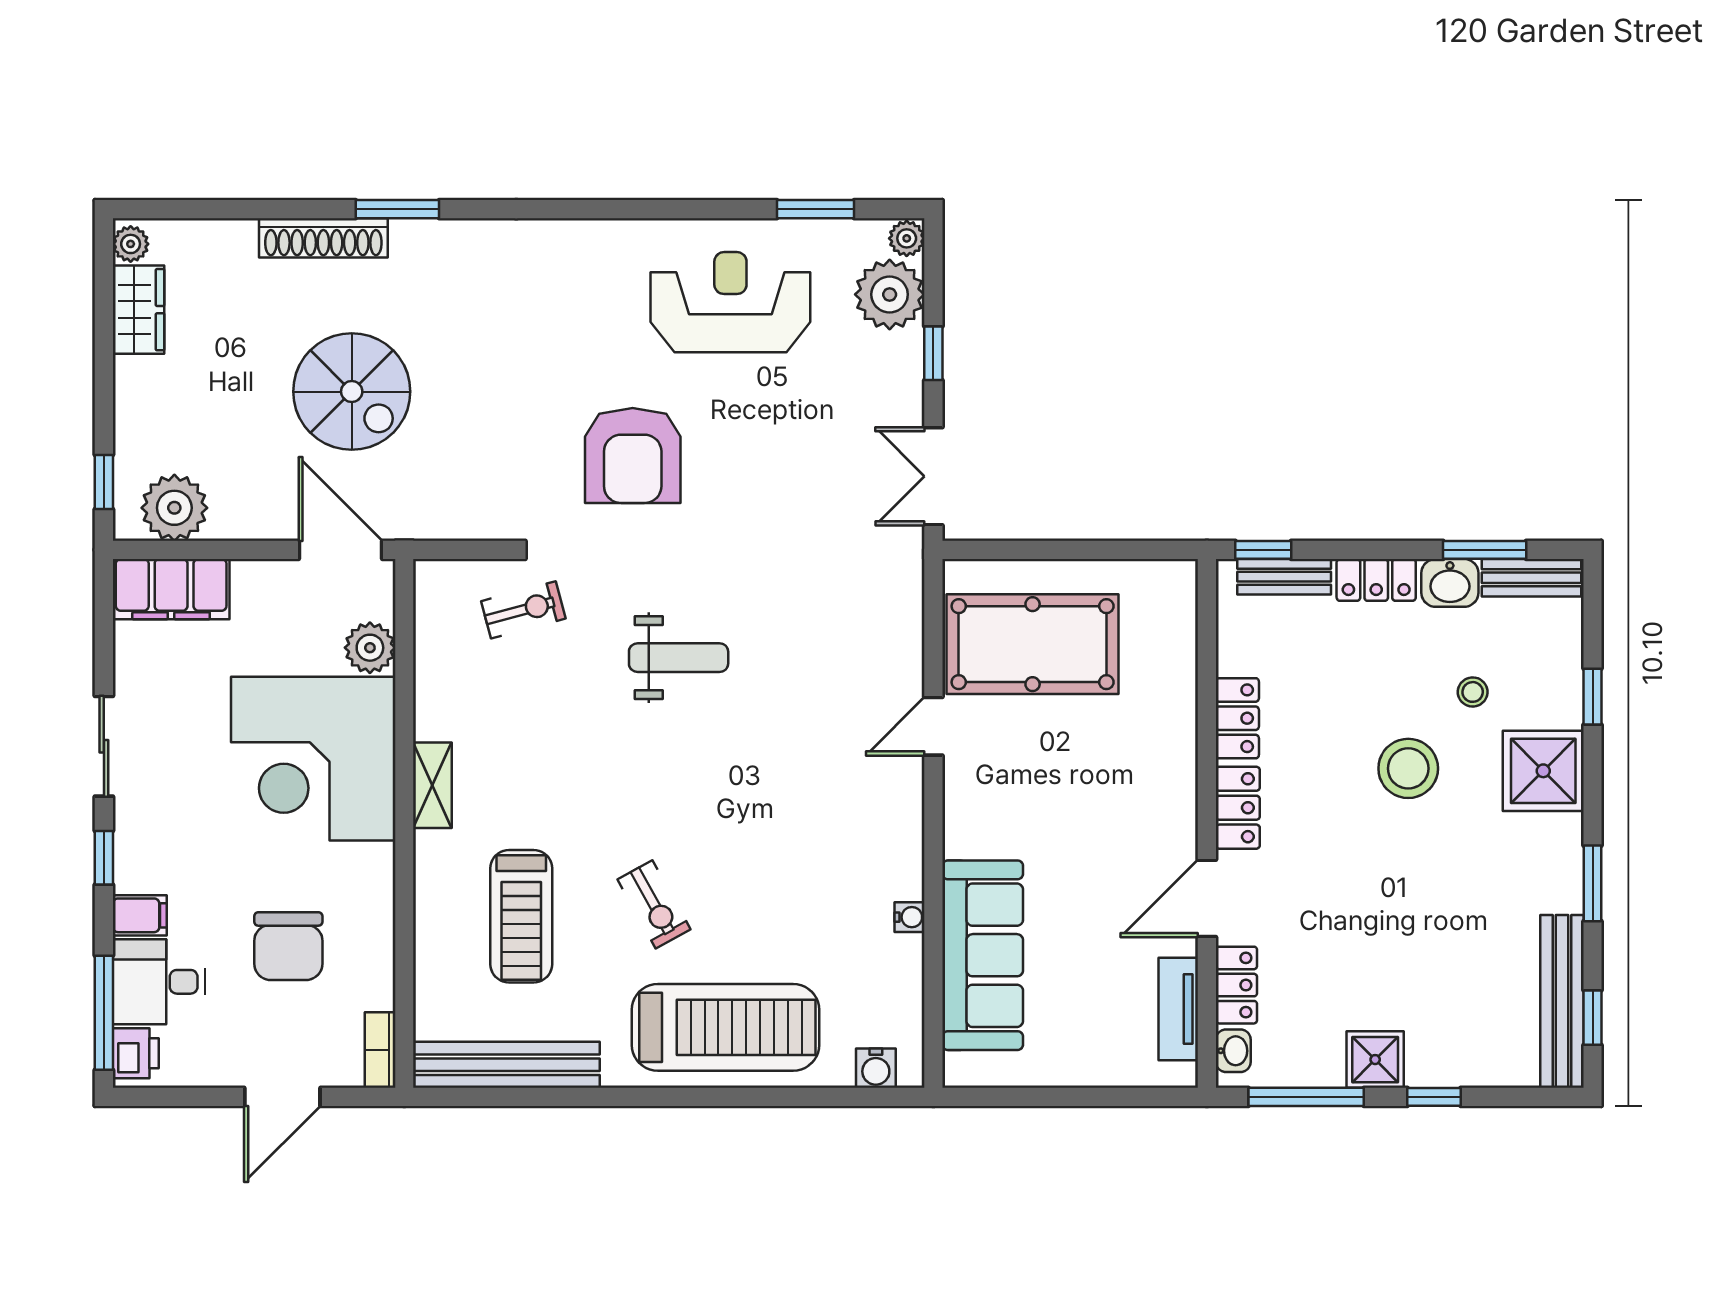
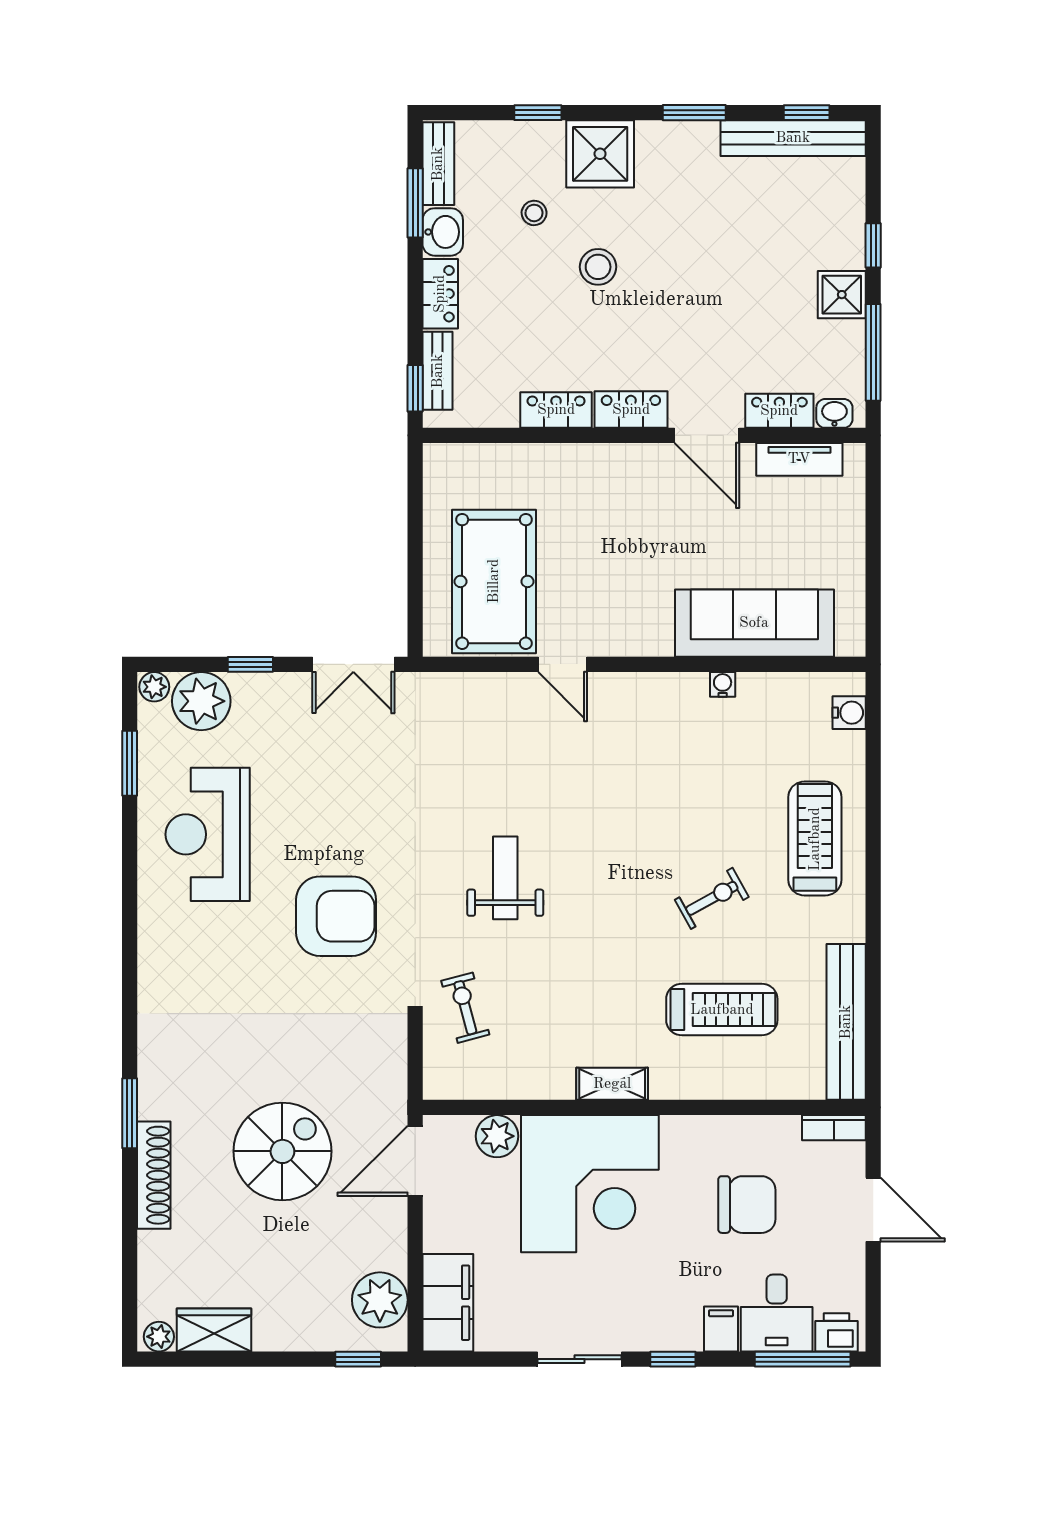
stool: (1408, 768) -> (598, 267), width x0.73, depth x0.73
treadmill: (725, 1027) -> (815, 839), width x0.73, depth x0.73

